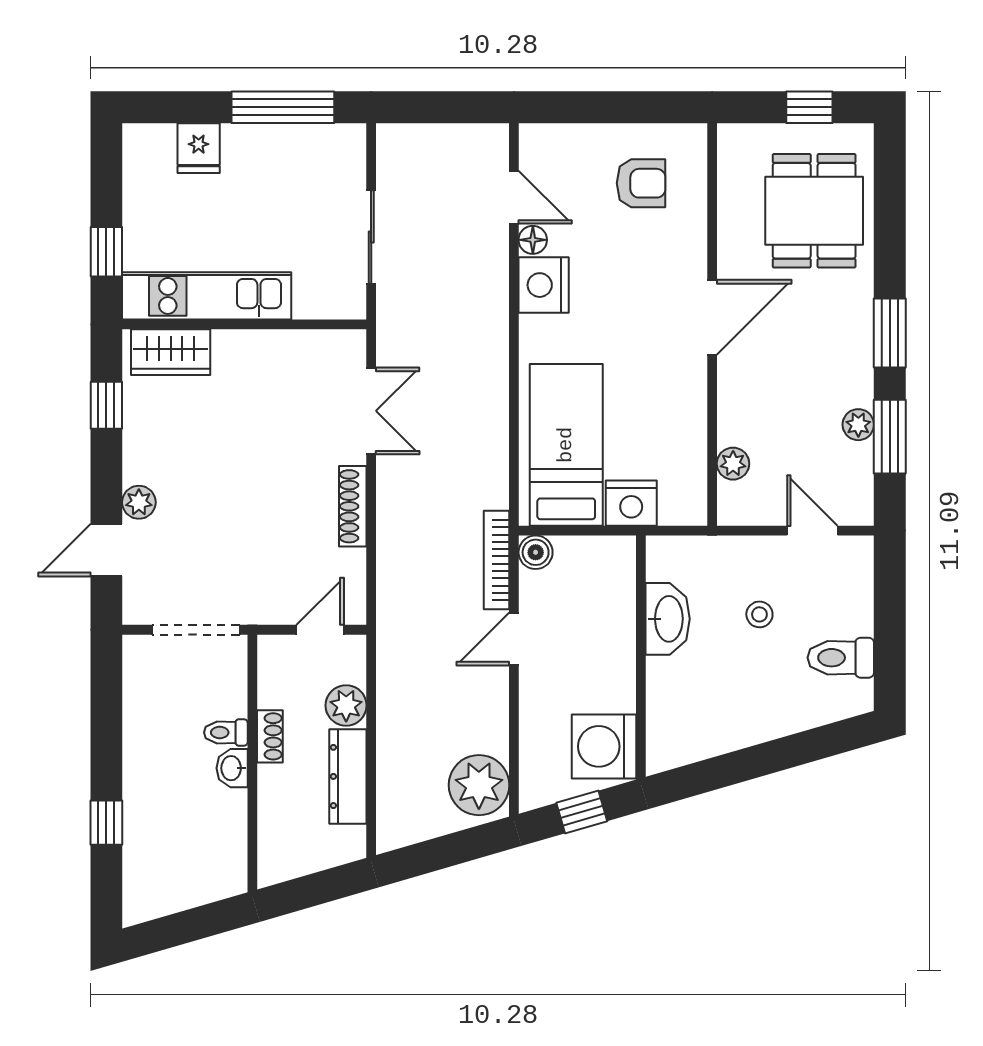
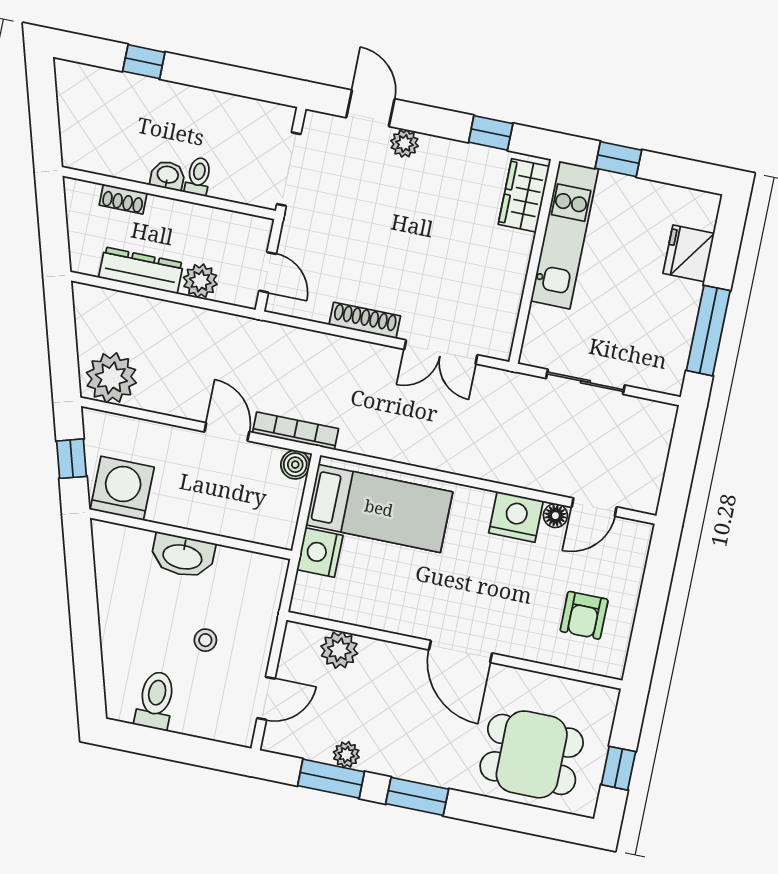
fridge: (199, 148) -> (689, 253), width x1.38
plant: (733, 464) -> (339, 650), width x1.38, depth x1.38
washbasin: (668, 619) -> (183, 556), moved
shoe rack: (270, 736) -> (123, 199), moved

